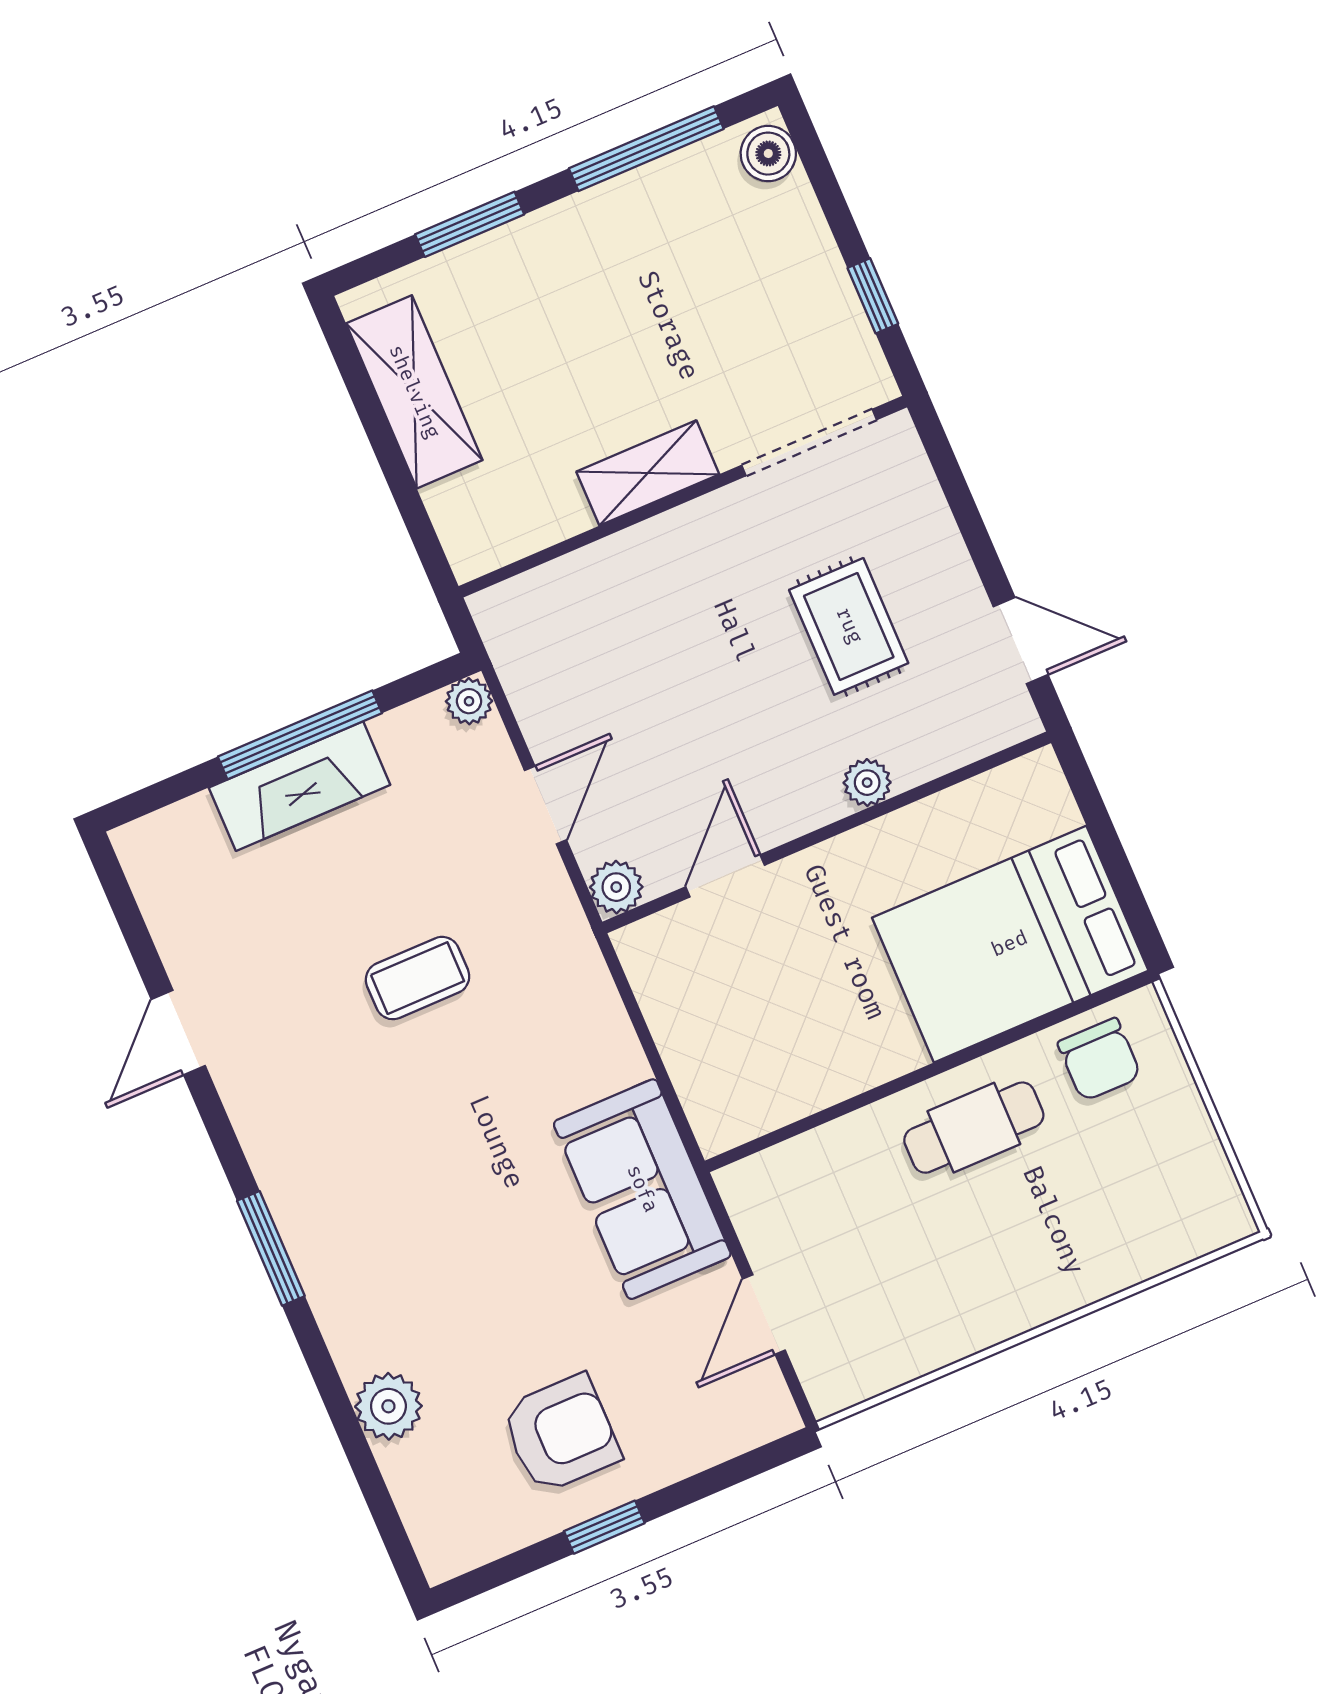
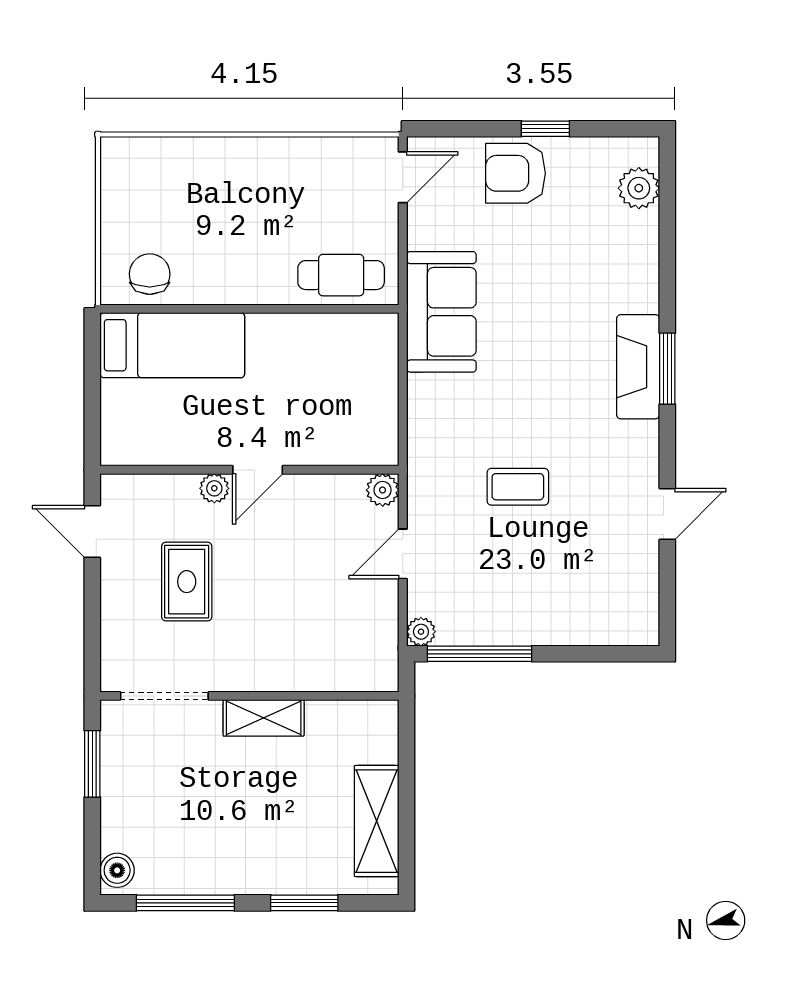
window: (873, 296) -> (92, 764), width x1.50
window: (300, 735) -> (480, 654), moved
fireplace: (300, 786) -> (638, 367), moved, turned -90
door: (725, 876) -> (258, 470), moved
bed: (1010, 944) -> (172, 345), width x0.67
cafe table: (974, 1128) -> (341, 275), moved
door: (764, 1314) -> (403, 177), moved
plant: (388, 1406) -> (639, 188), moved
armchair: (561, 1434) -> (516, 173), moved

